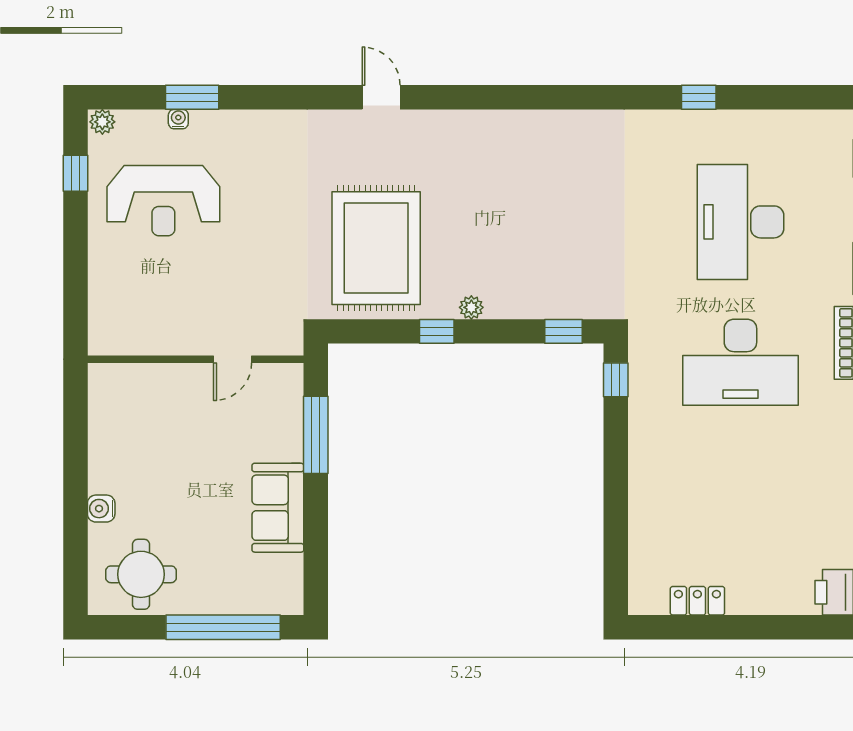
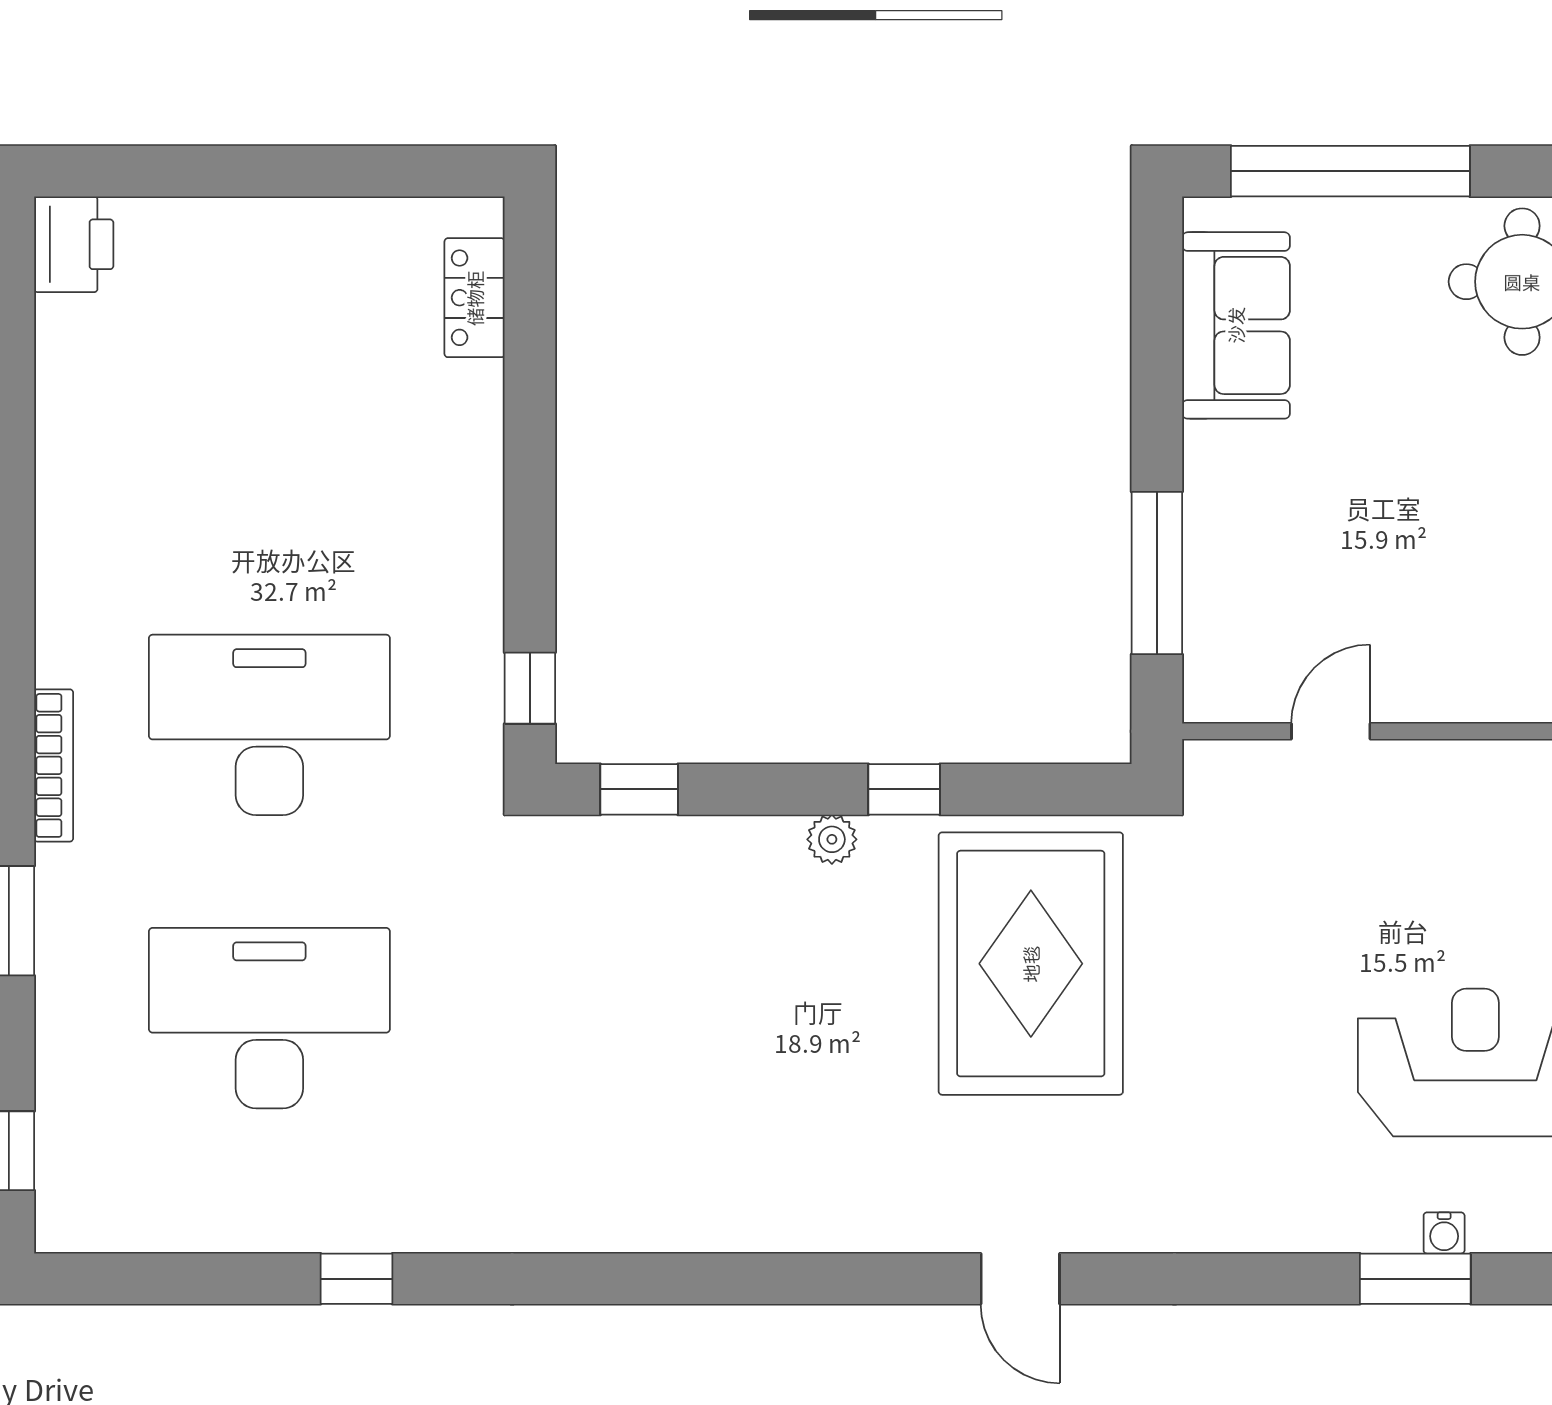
desk: (740, 222) -> (269, 1018), turned -90
sofa: (278, 508) -> (1236, 325), moved
locker: (697, 601) -> (475, 298), moved, turned 90

